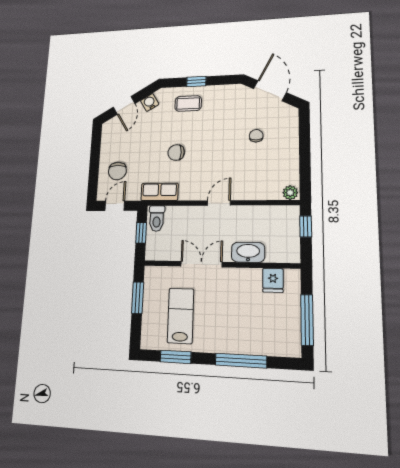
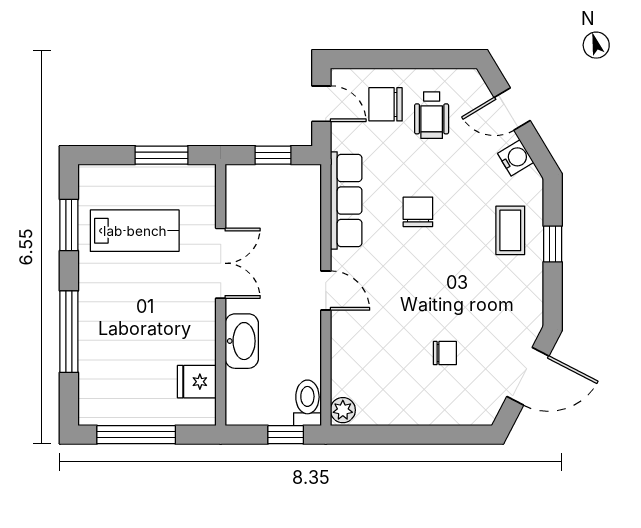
wheelchair: (125, 147) -> (432, 115), added
row of seats: (160, 192) -> (346, 201), width x1.48
toilet: (157, 218) -> (307, 403), moved, turned 90

